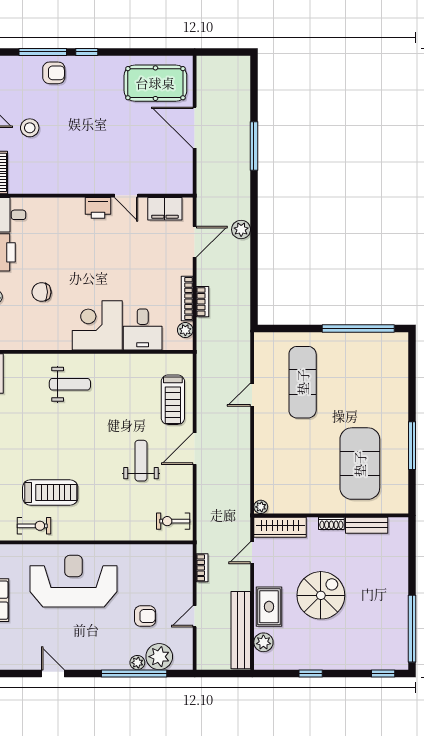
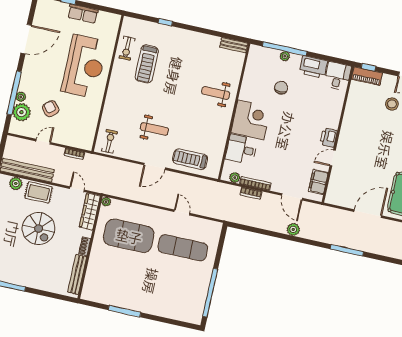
weight bench: (70, 384) -> (216, 93), turned 90
door: (195, 449) -> (154, 166), swing flipped
exercise mat: (360, 464) -> (129, 236), moved
bench: (367, 525) -> (77, 274), width x1.36
armchair: (145, 616) -> (51, 109), turned 140
door: (195, 616) -> (43, 142), hinge flipped
door: (53, 673) -> (26, 39), width x1.88

